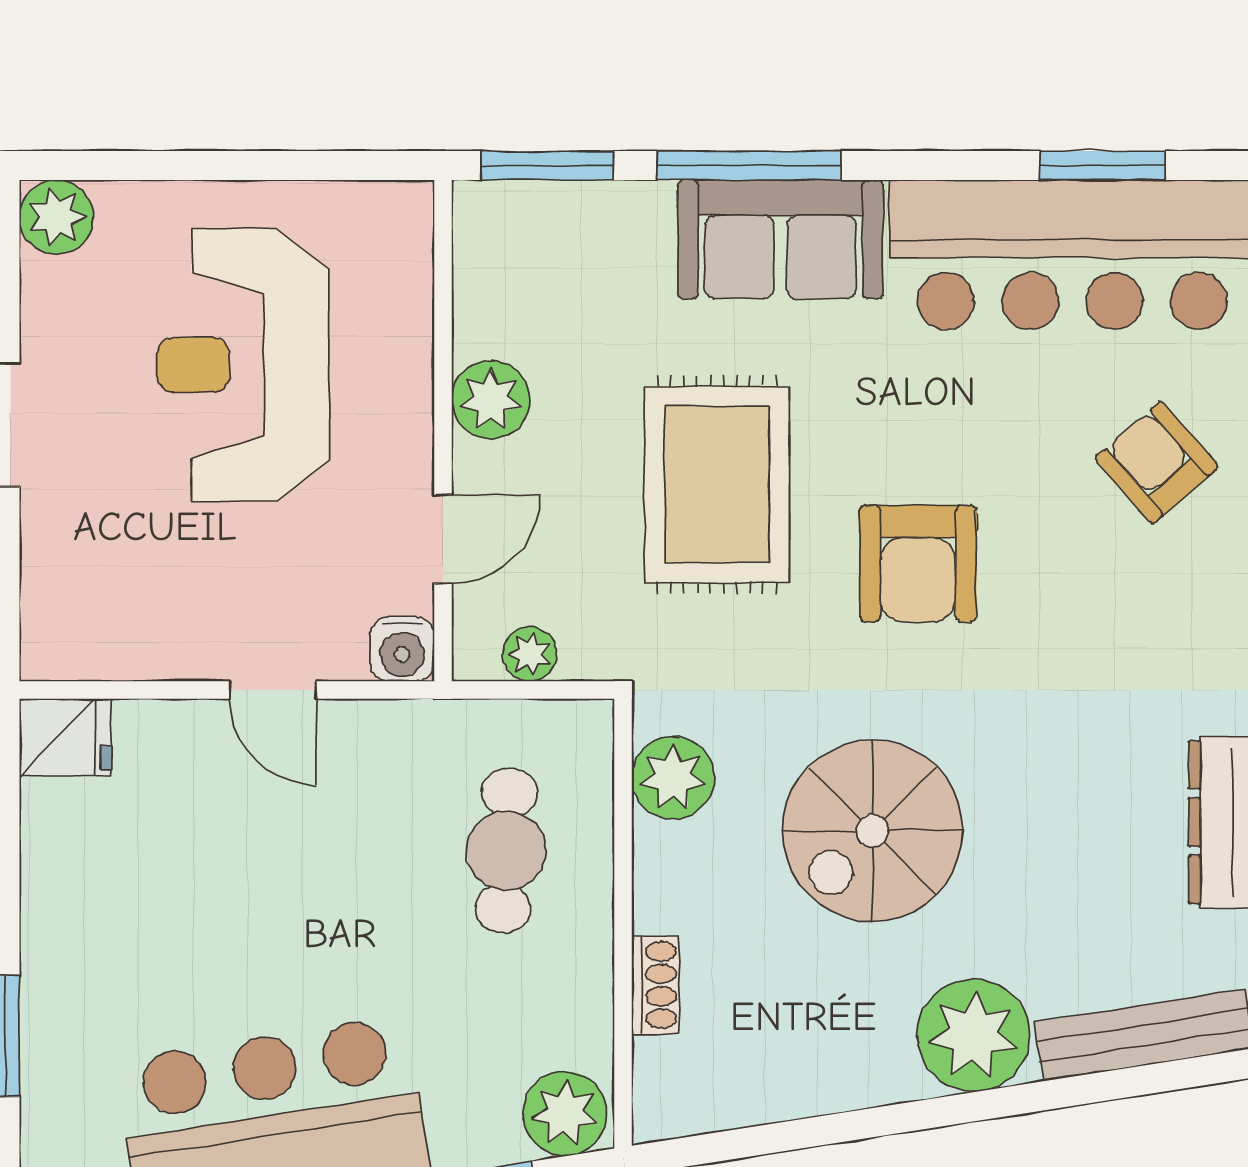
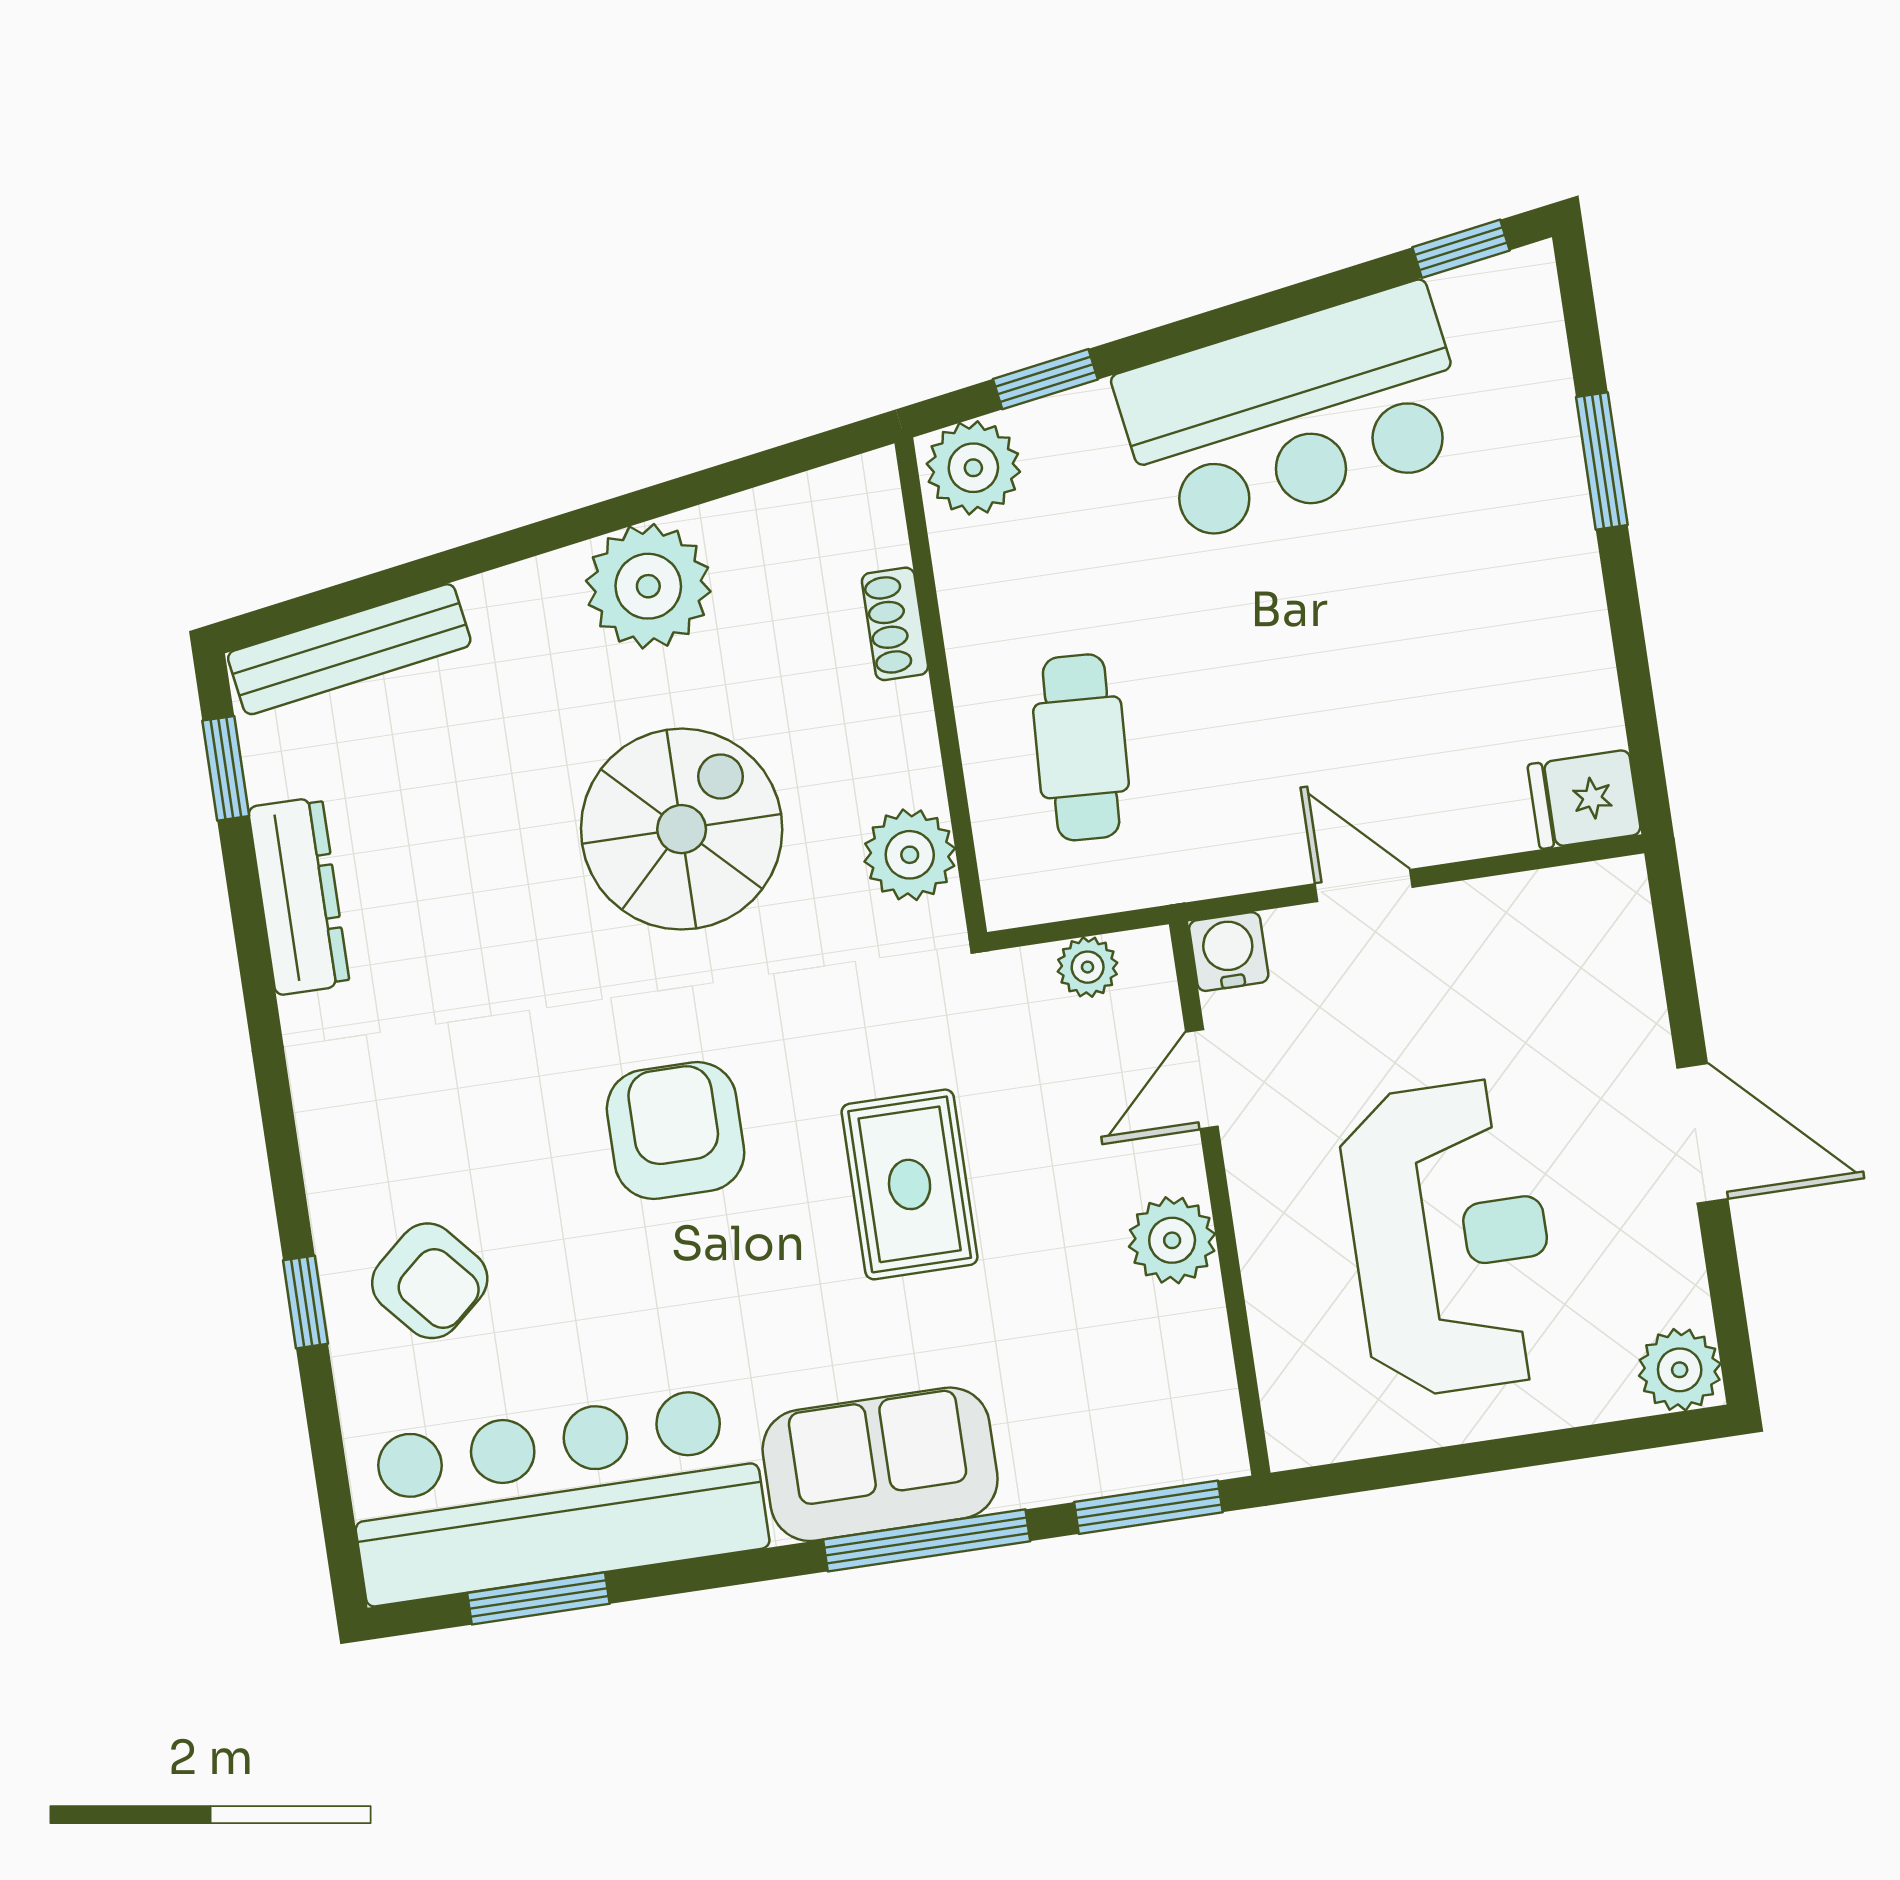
rug: (717, 484) -> (910, 1184), width x0.73, depth x0.70
plant: (973, 1035) -> (648, 586), moved

